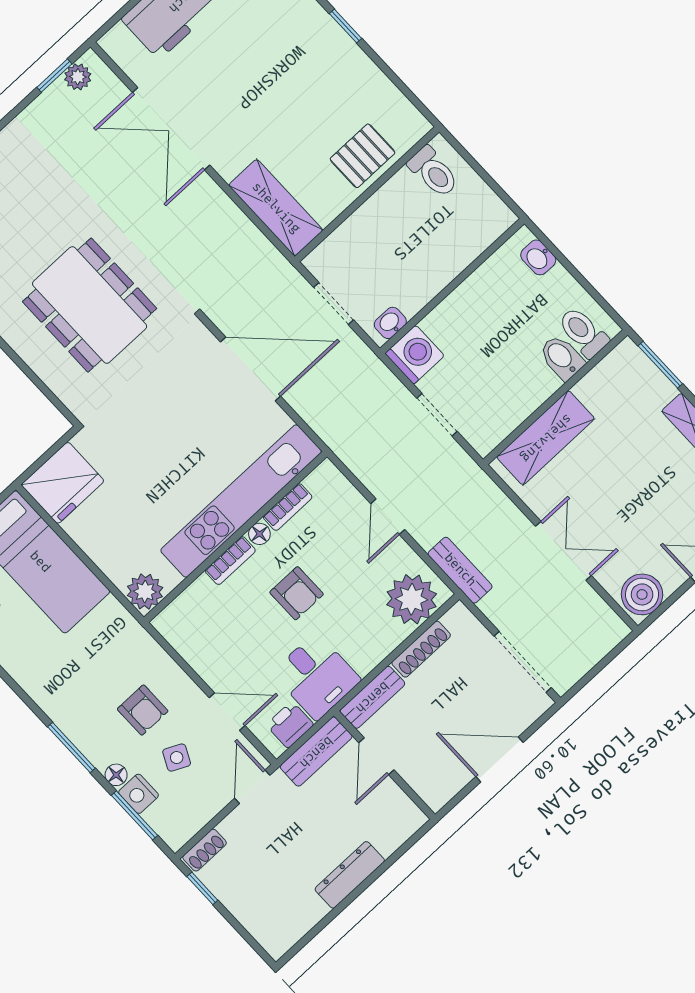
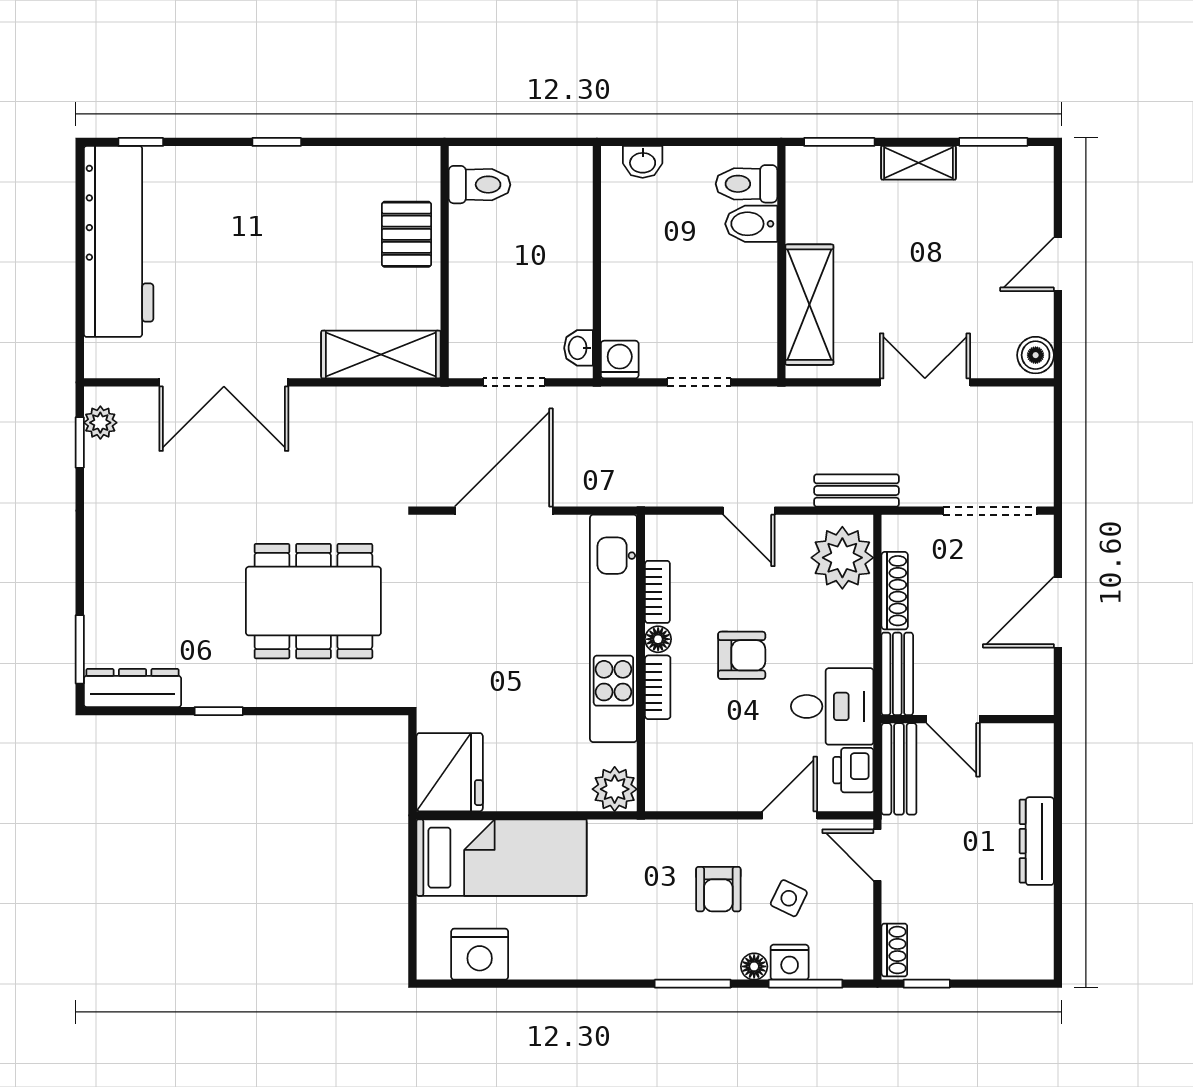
washing machine: (415, 355) -> (620, 360), width x0.73, depth x0.73
boiler: (642, 594) -> (1036, 355), width x0.73, depth x0.73
armchair: (143, 710) -> (718, 889), turned 90

